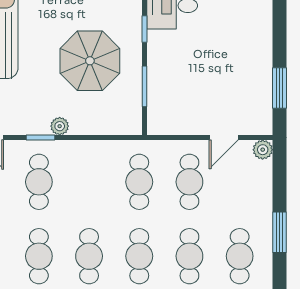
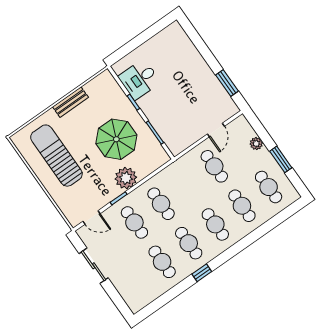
plant: (60, 126) -> (126, 178), width x1.88, depth x1.88
plant: (263, 150) -> (256, 144), moved
cafe table: (139, 182) -> (161, 204), moved

